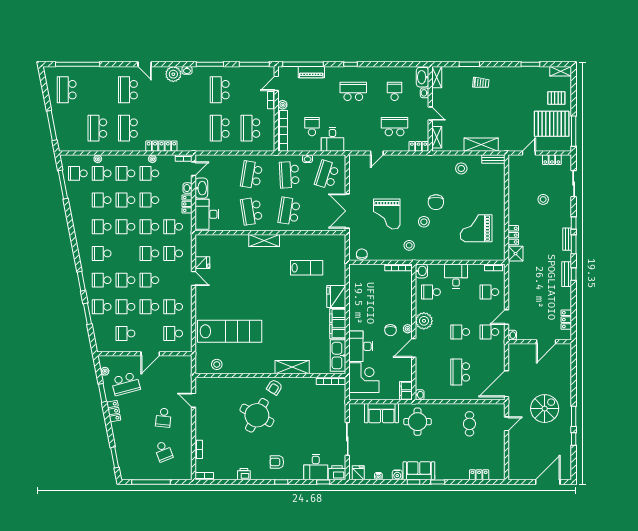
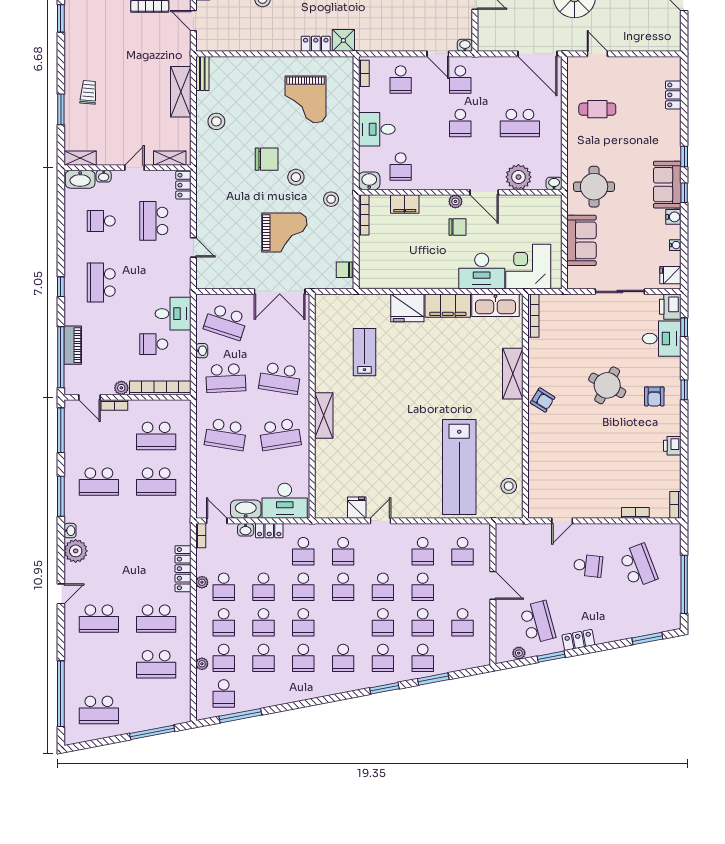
plant: (424, 321) -> (518, 177), moved
lab bench: (230, 331) -> (459, 467), turned 180
filing cabinet: (406, 391) -> (405, 204), moved
round table: (257, 415) -> (607, 385), moved, width x0.73, depth x0.73
school desk: (163, 451) -> (638, 566), width x1.85

